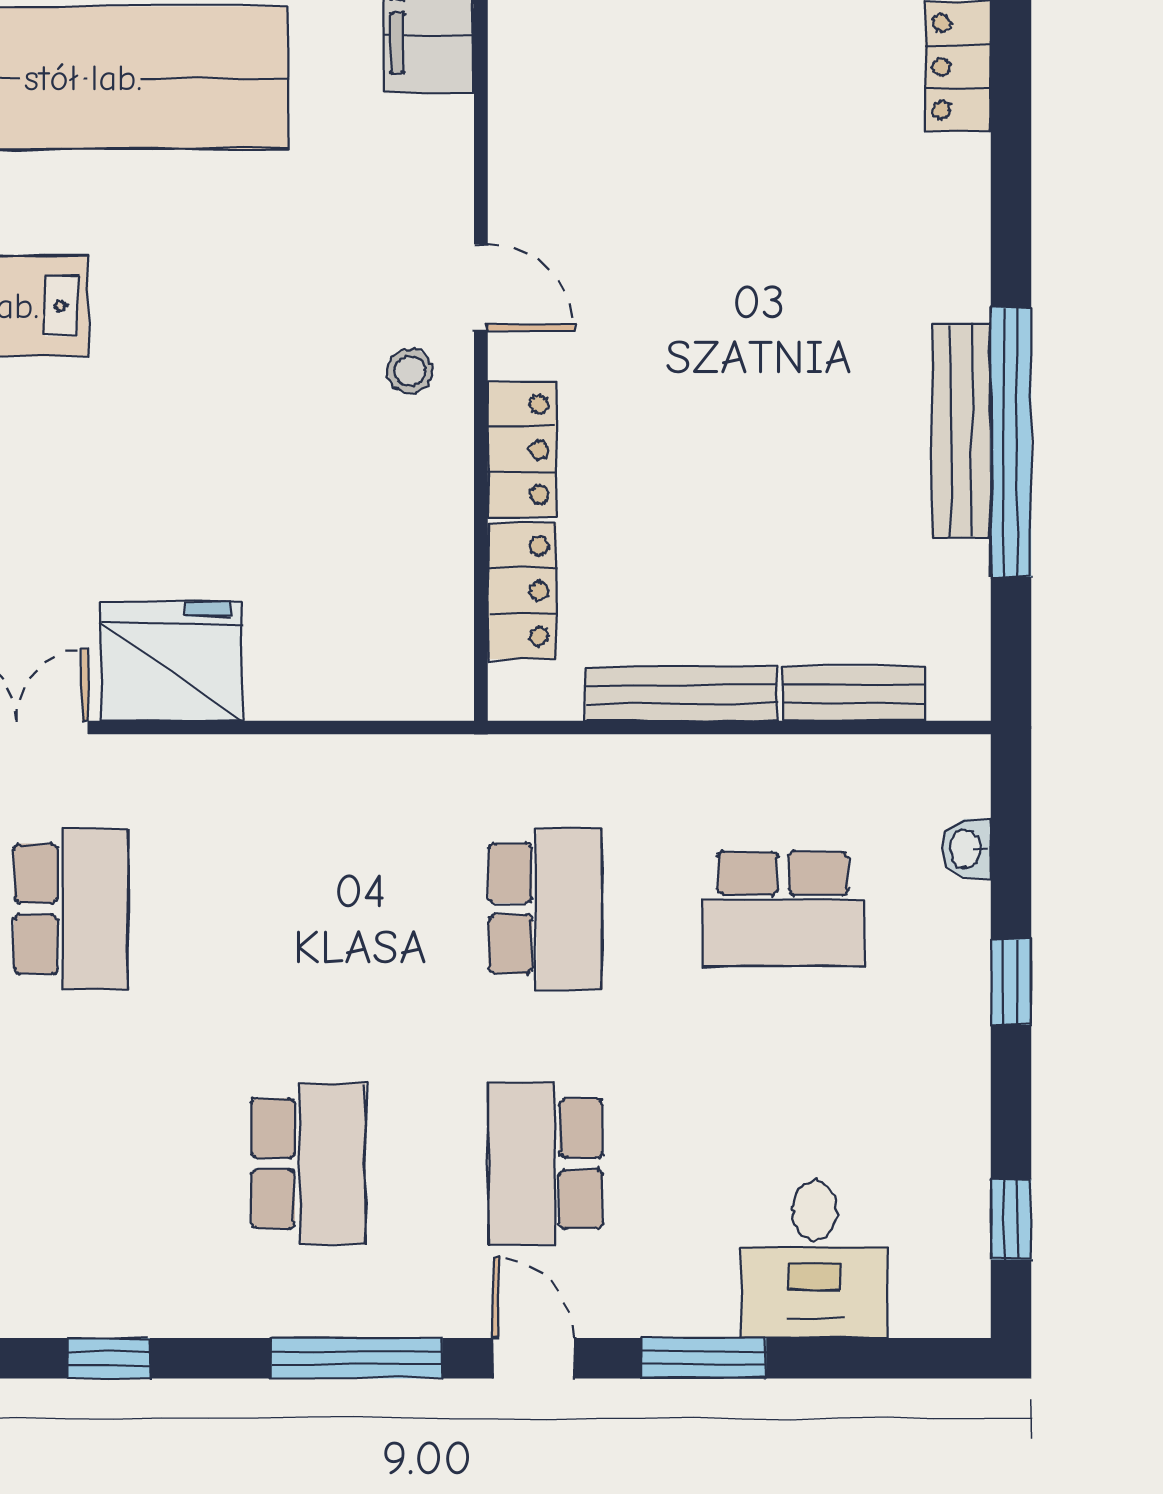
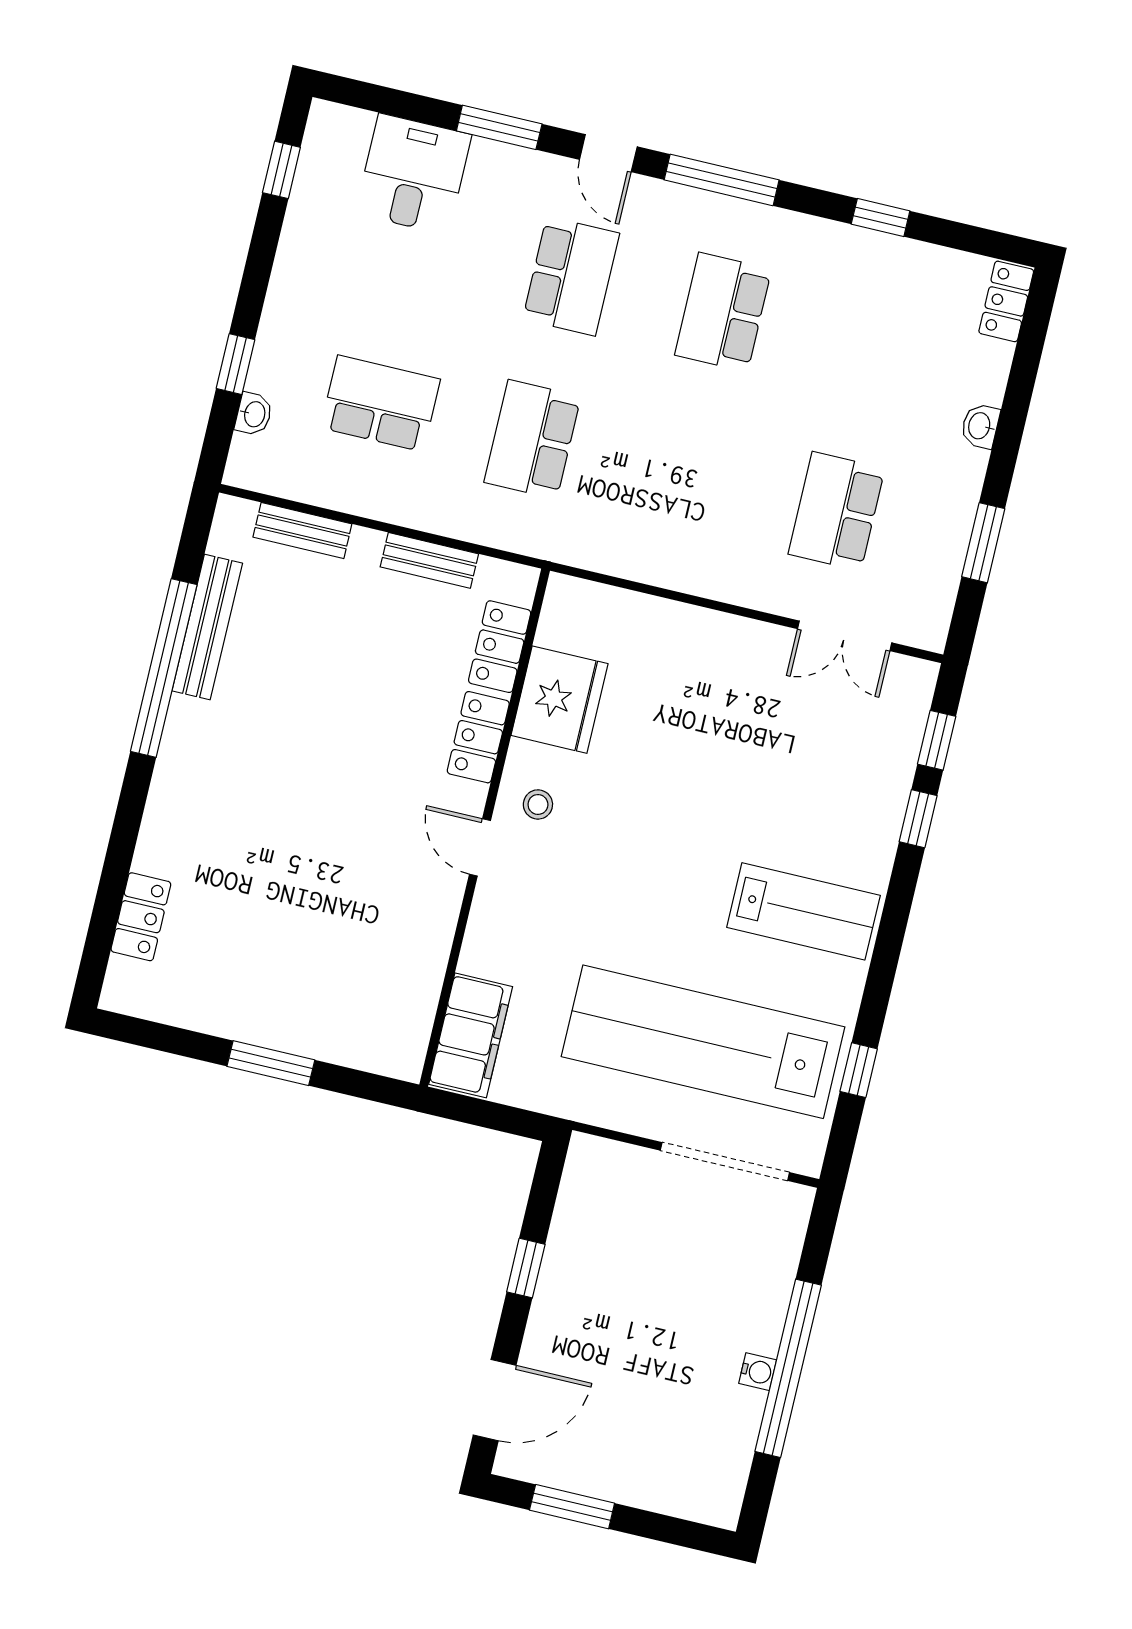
bench: (961, 431) -> (207, 627), moved
fridge: (171, 661) -> (560, 700), moved, turned -90
bench: (682, 694) -> (429, 560), width x0.73
window: (1011, 982) -> (236, 364), moved

